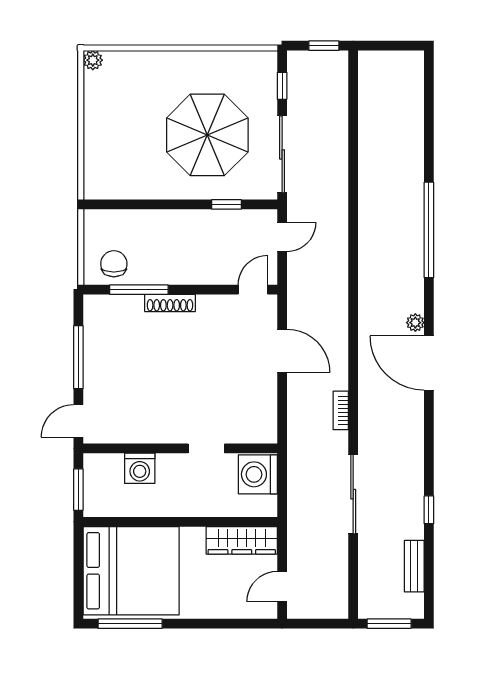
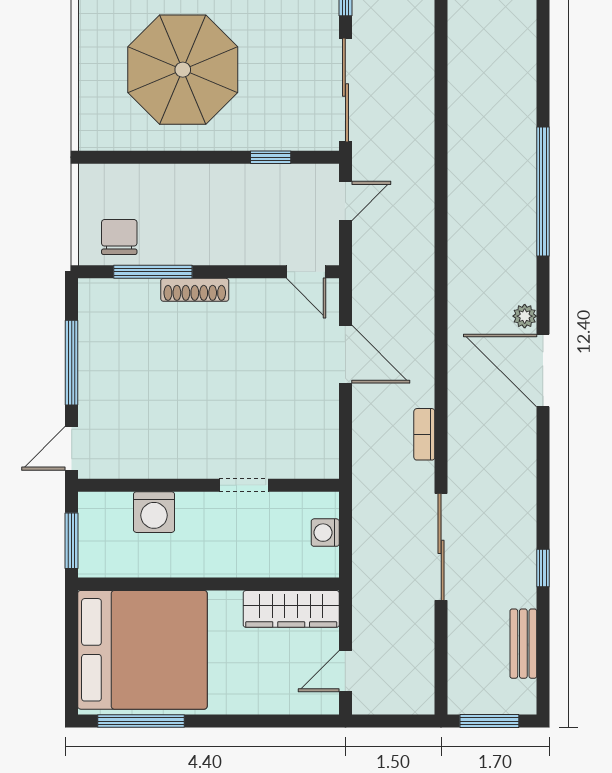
parasol: (207, 135) -> (183, 70), moved
door: (253, 290) -> (306, 272), swing flipped
washing machine: (258, 474) -> (325, 533), width x0.53, depth x0.53

